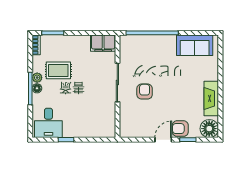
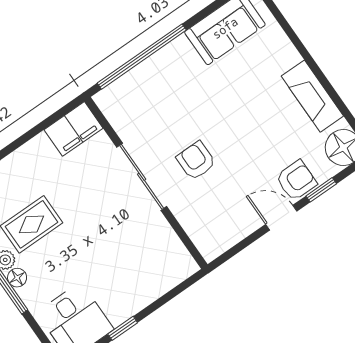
armchair: (180, 129) -> (296, 180), turned 180
door: (163, 140) -> (281, 218), hinge flipped

